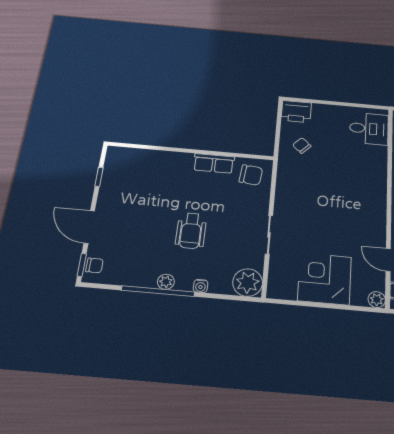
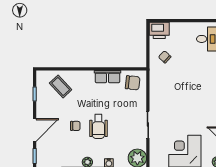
coffee table: (141, 170) -> (61, 86), added
door: (89, 227) -> (35, 130), swing flipped
chair: (94, 265) -> (75, 126), moved

